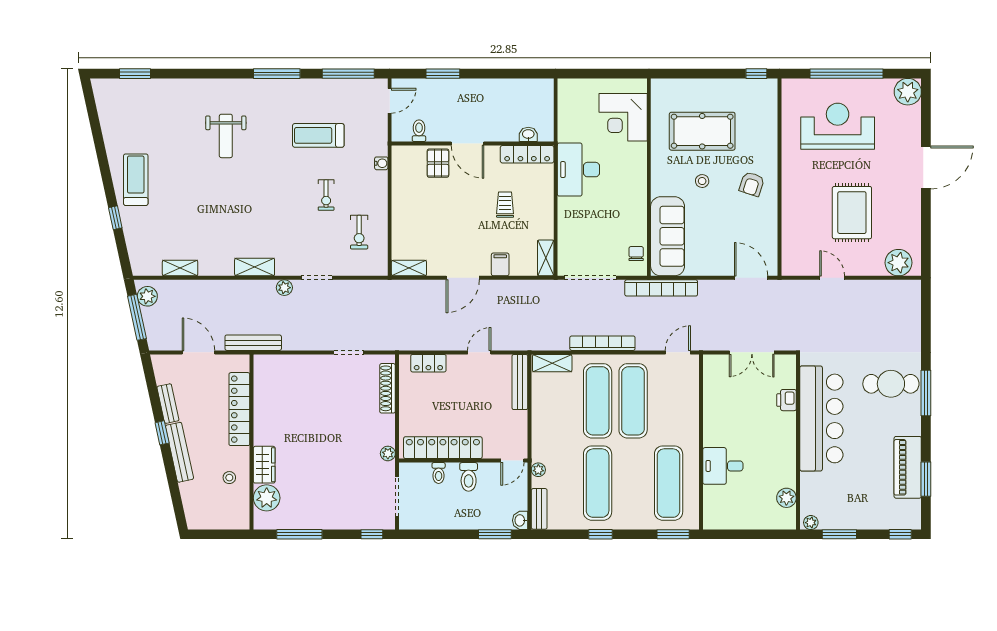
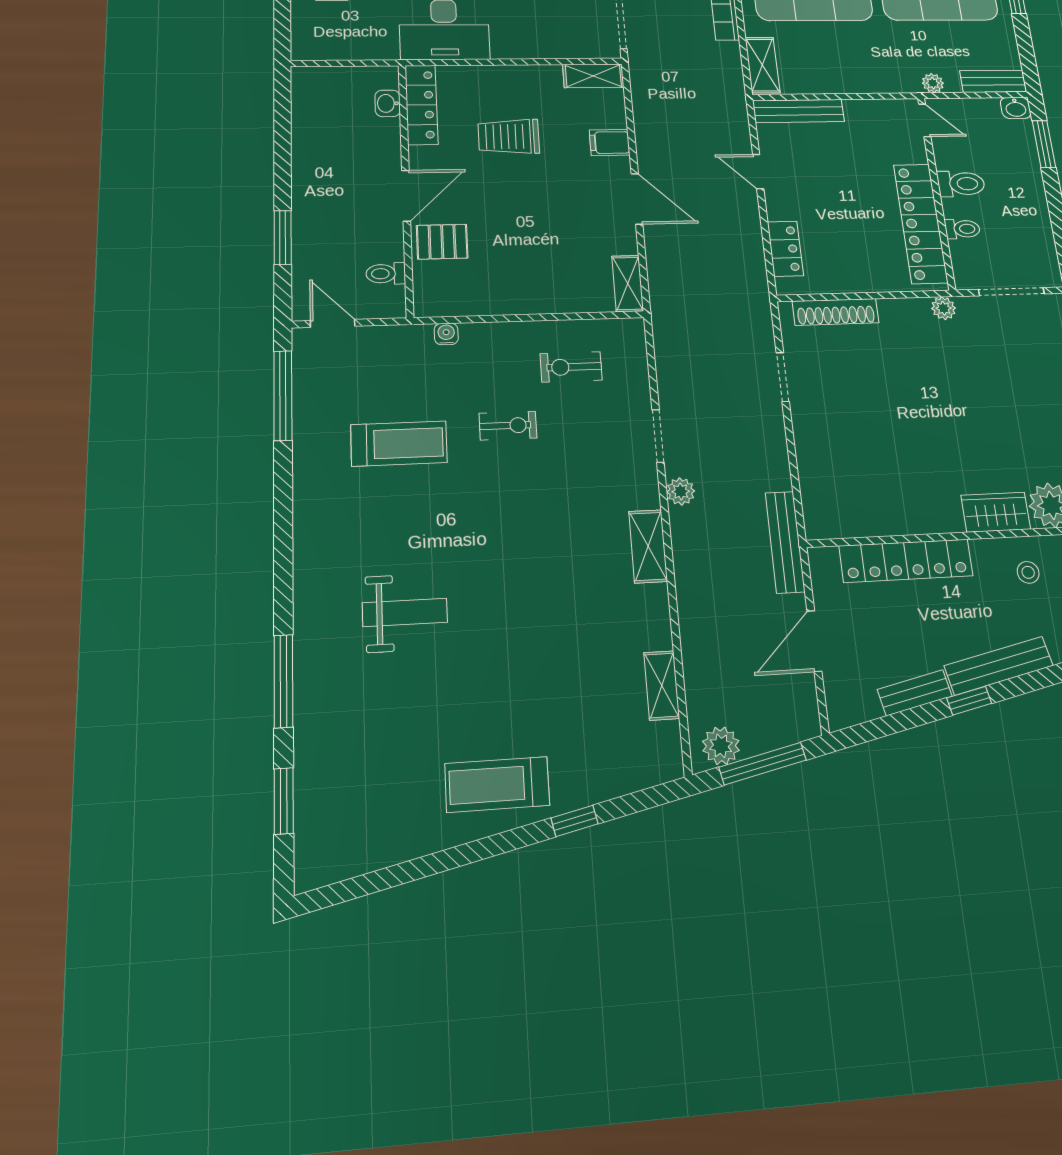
window: (277, 74) -> (283, 681), moved
treadmill: (318, 135) -> (399, 444), turned -90
trolley: (505, 205) -> (509, 137), width x1.36, depth x1.39
exercise bike: (359, 232) -> (571, 367), turned 180

